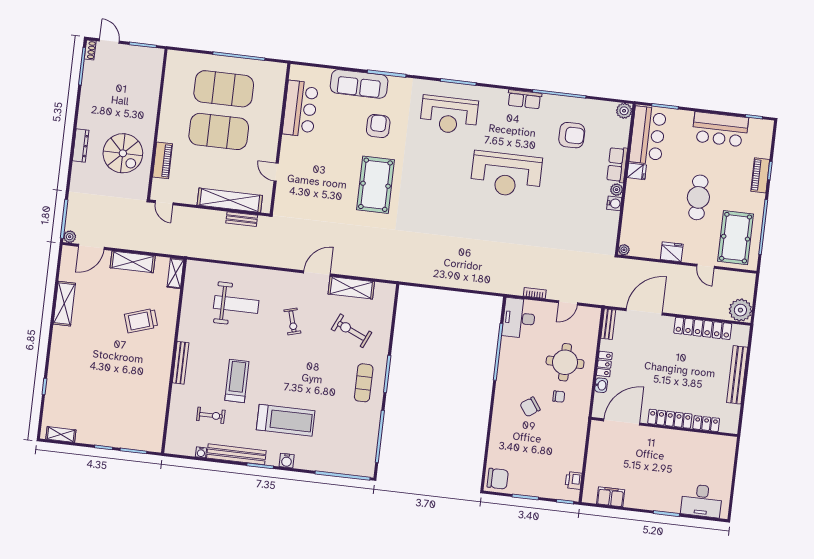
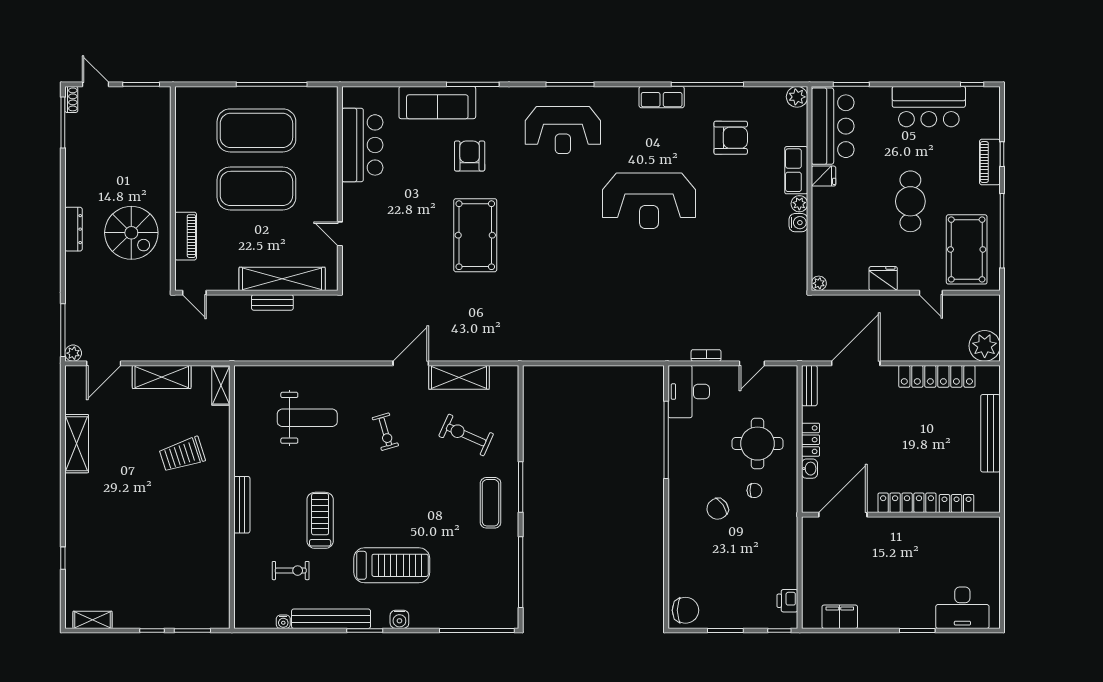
bench: (242, 219) -> (272, 302), moved

